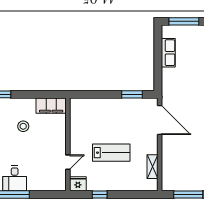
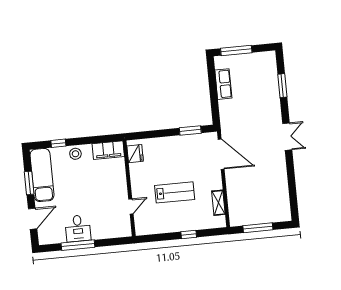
stool: (23, 126) -> (75, 154), moved
fridge: (78, 184) -> (135, 154), moved, turned 90
window: (100, 194) -> (189, 234), moved

